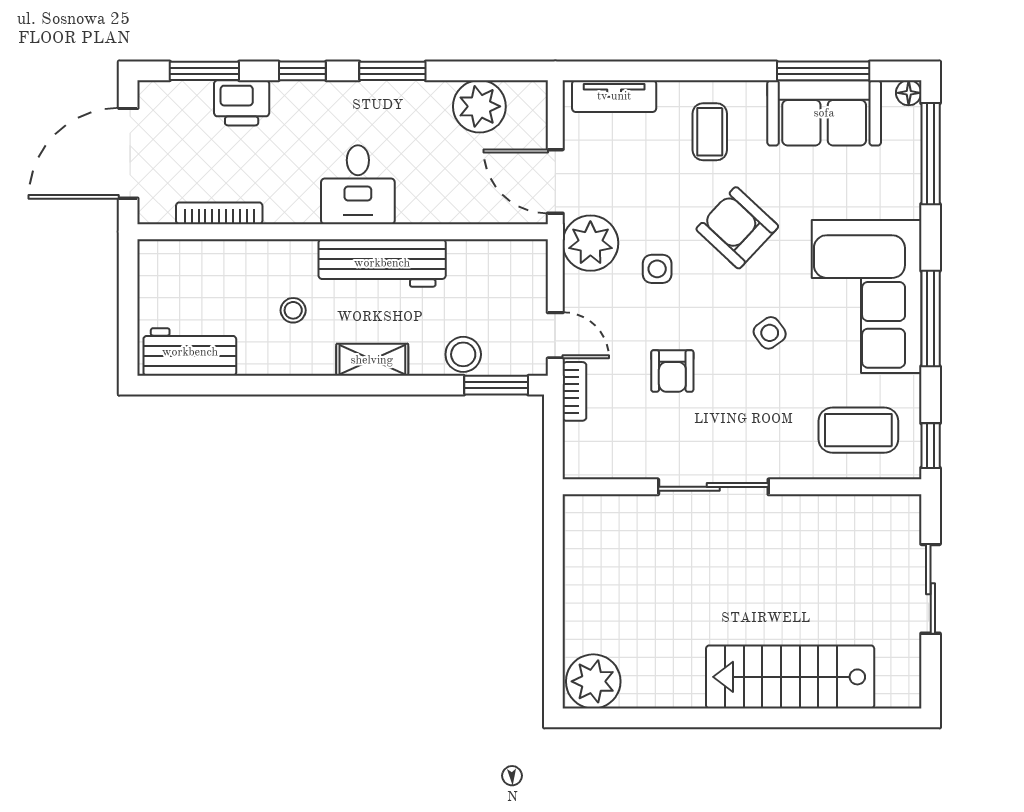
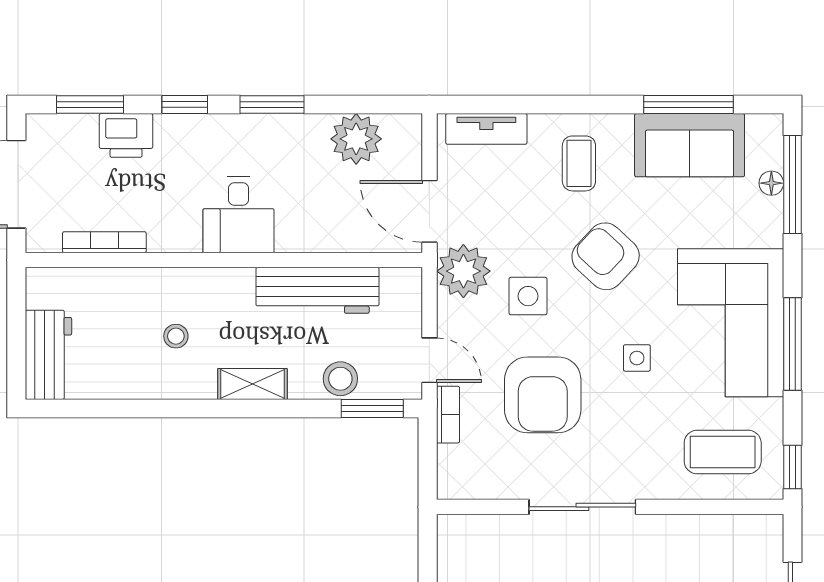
floor lamp: (909, 93) -> (771, 183), moved
workbench: (382, 263) -> (318, 290), moved
side table: (657, 269) -> (528, 296), width x1.37, depth x1.37
side table: (770, 333) -> (637, 358), turned 36
workbench: (190, 352) -> (48, 355), moved, turned 90
armchair: (672, 371) -> (543, 395), width x1.88, depth x1.88

